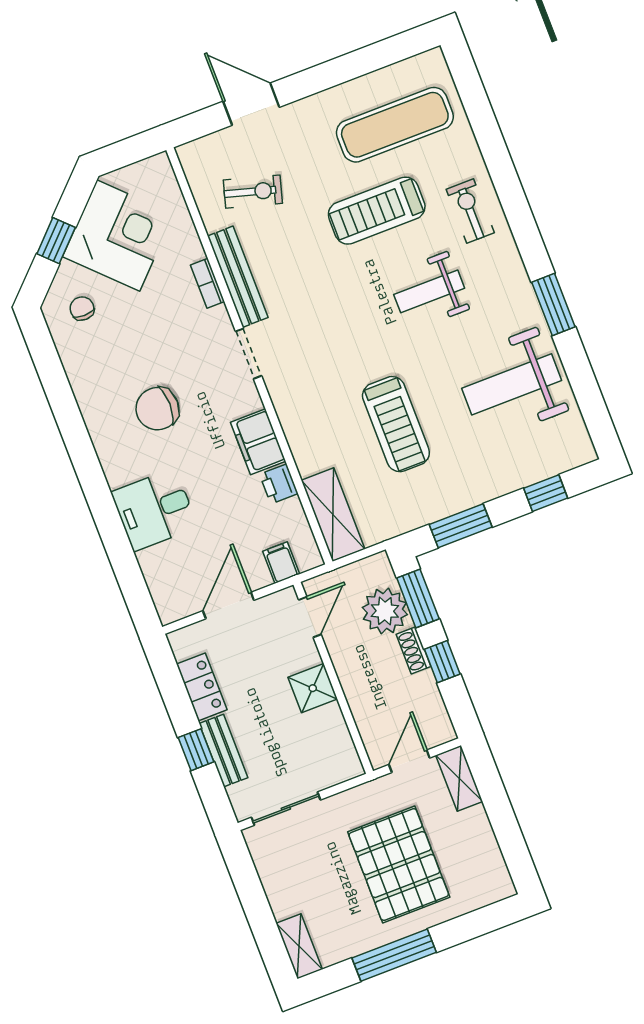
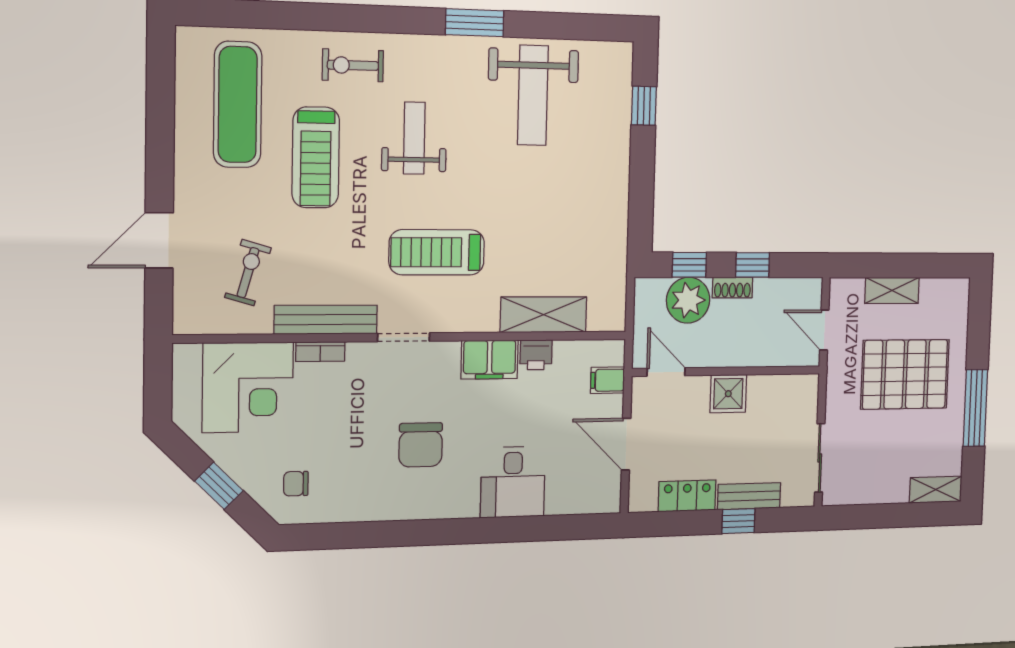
corner desk: (118, 236) -> (248, 387), moved, turned 135
weight bench: (429, 291) -> (414, 138), turned 180
treadmill: (396, 424) -> (437, 252), moved, turned 180
shelving: (333, 515) -> (543, 315), moved
window: (461, 526) -> (641, 198), removed
window: (418, 598) -> (689, 265), width x0.67
shelving: (459, 778) -> (892, 290), moved

